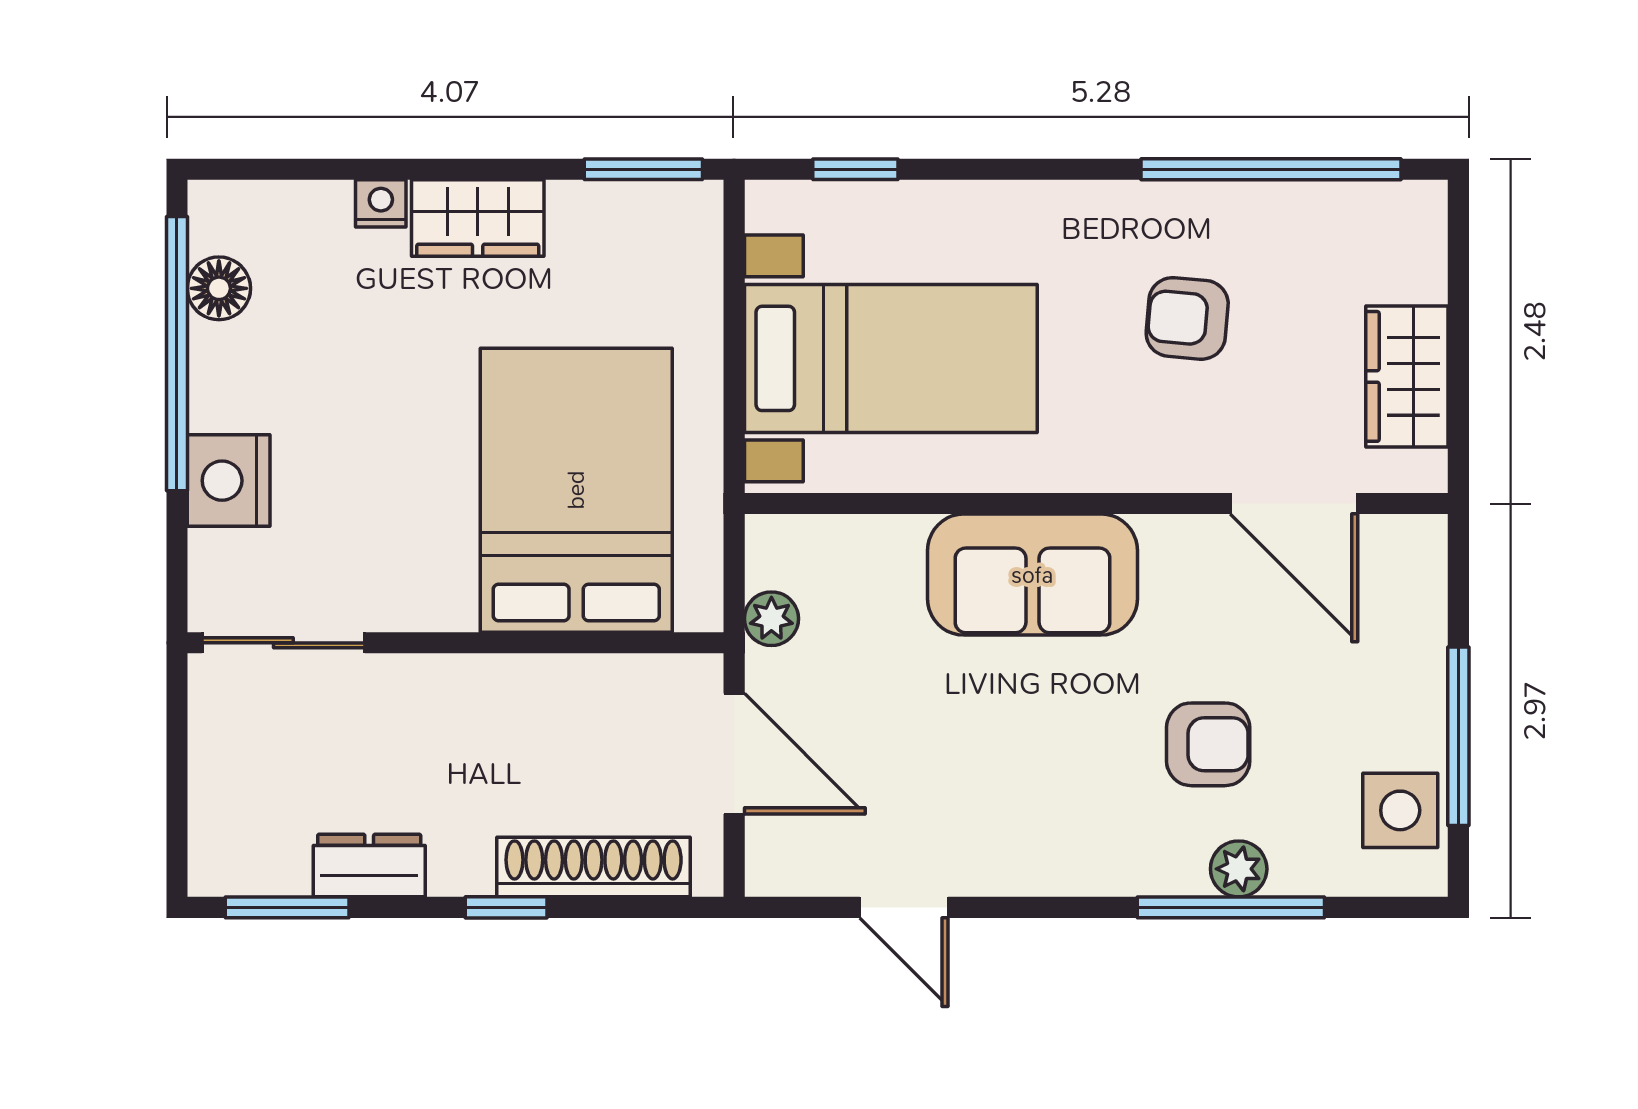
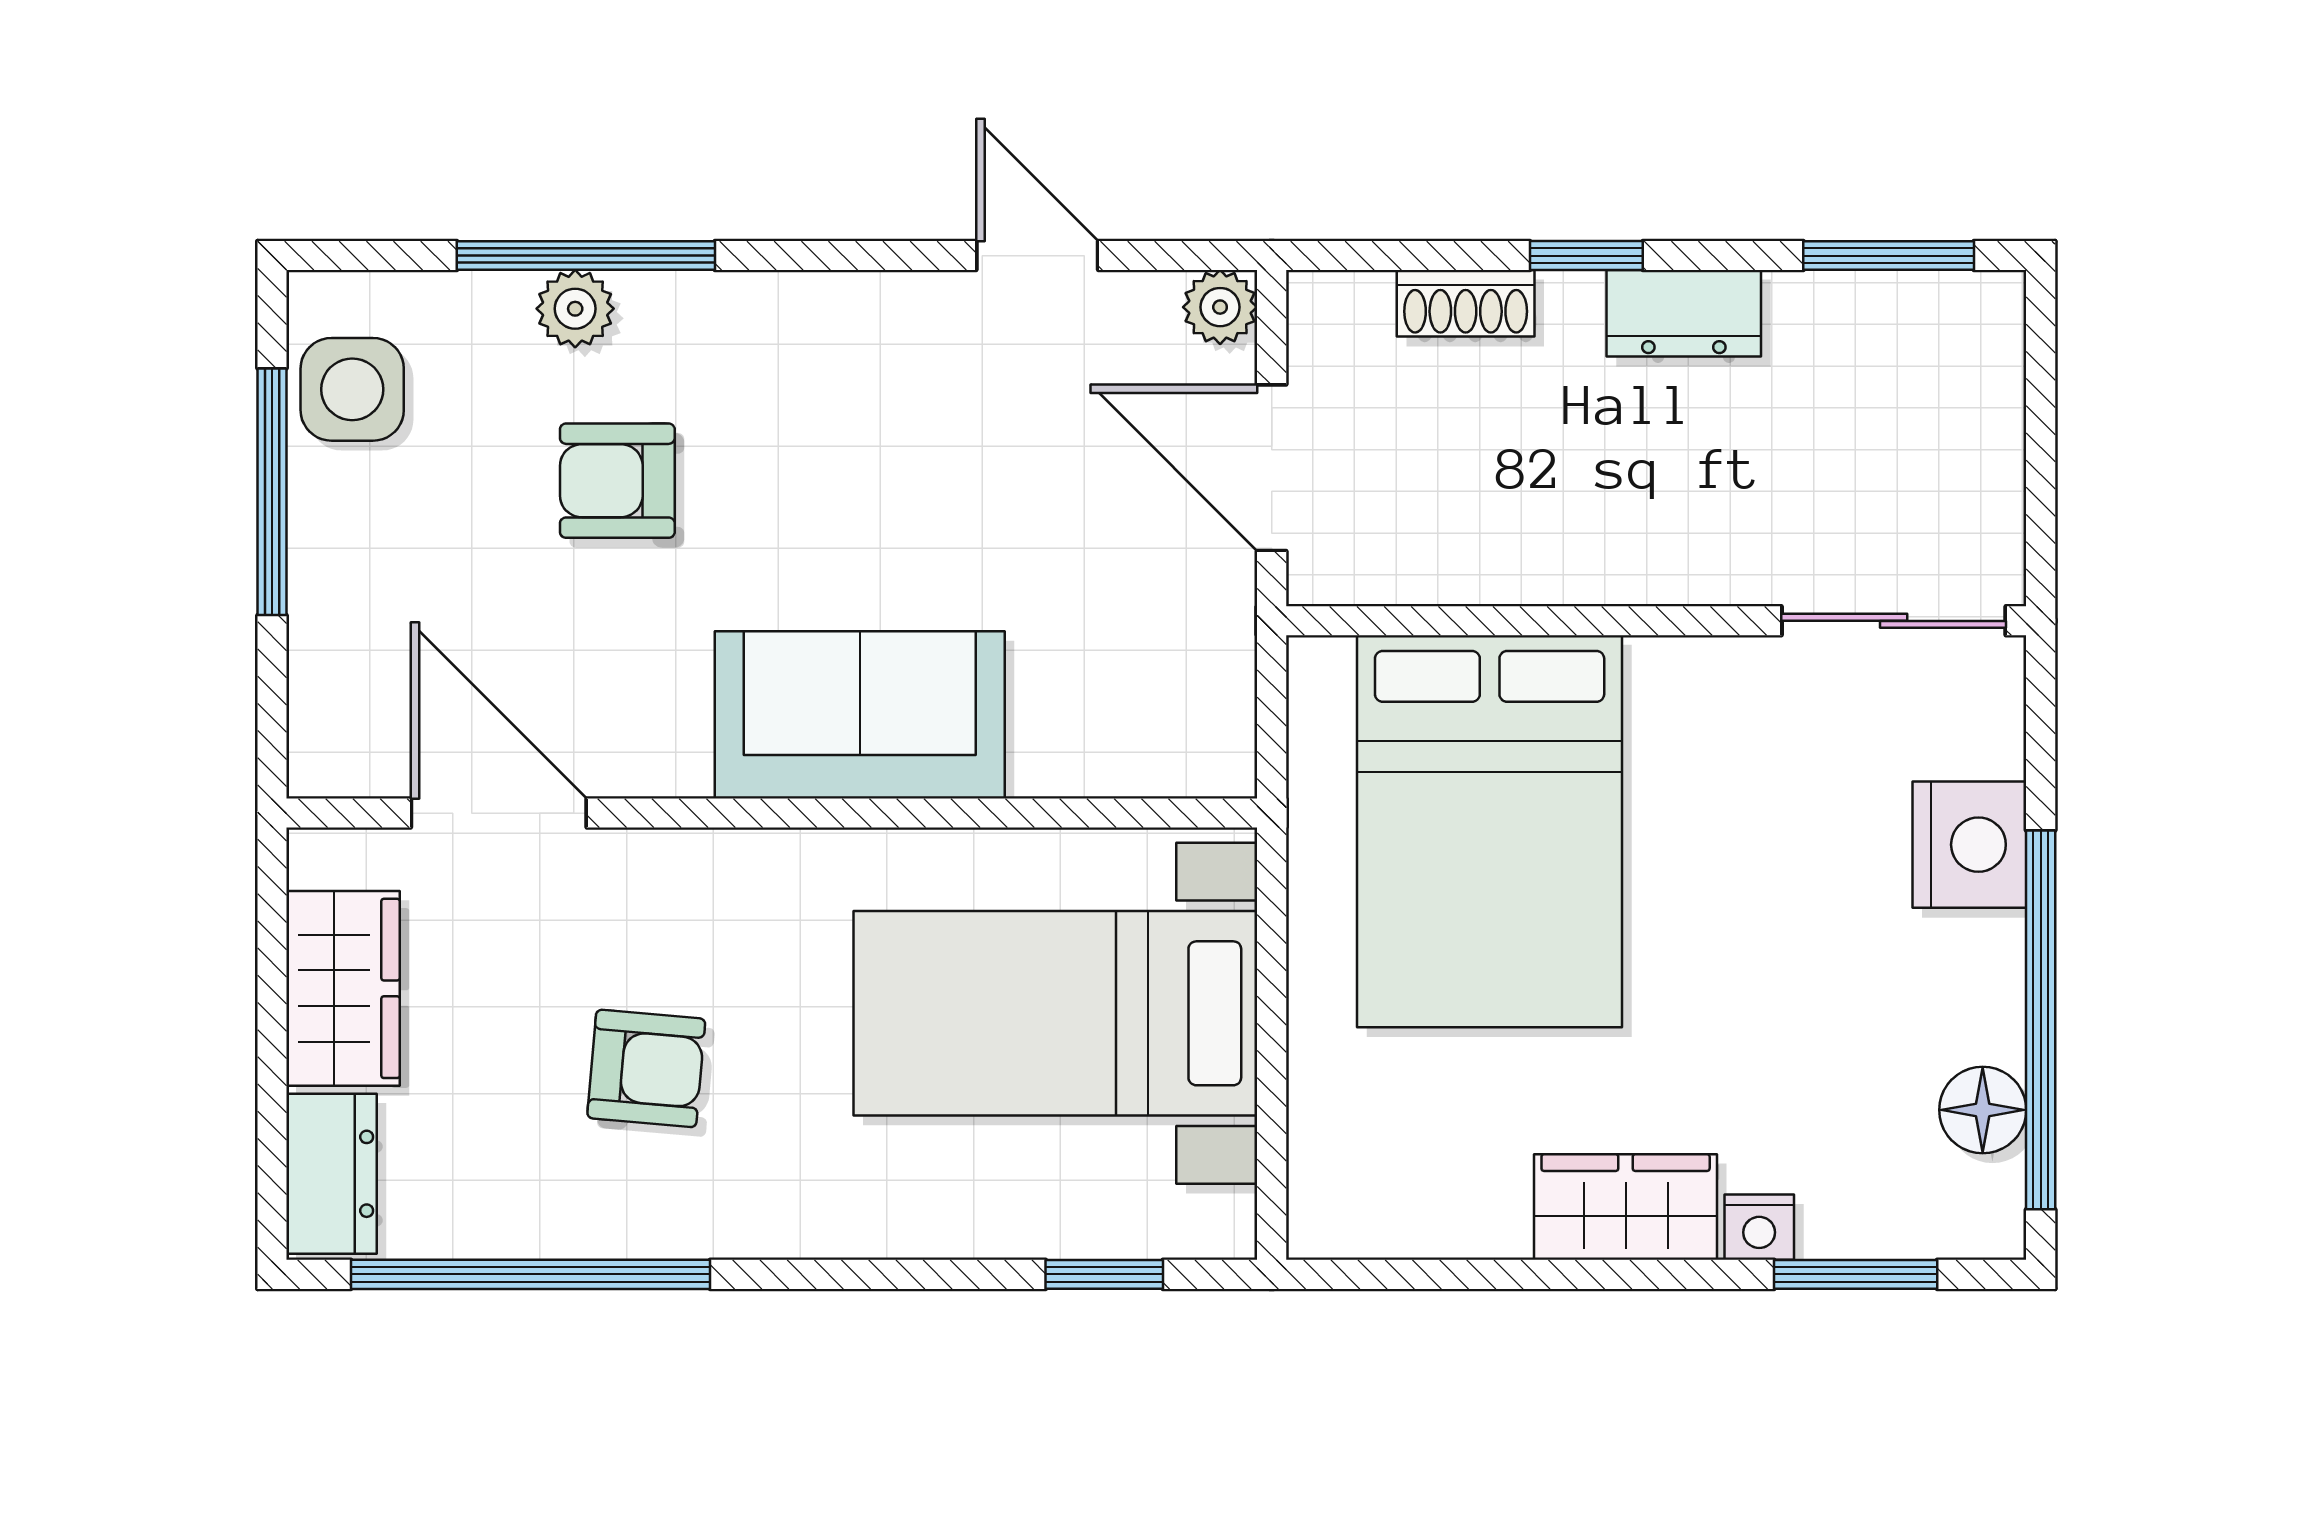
window: (643, 169) -> (1856, 1274), moved
dresser: (1415, 242) -> (331, 1174), added
plant: (771, 619) -> (1220, 307), moved
dresser: (369, 865) -> (1684, 313), moved
shoe rack: (594, 867) -> (1466, 303), width x0.51, depth x0.81

